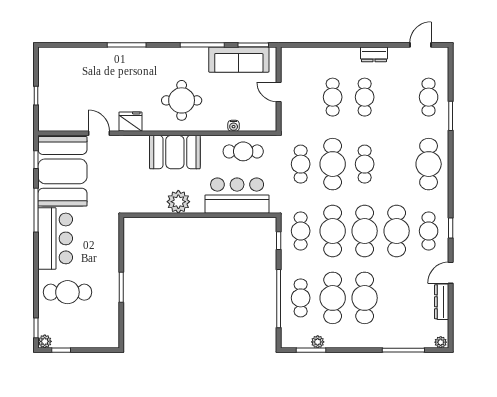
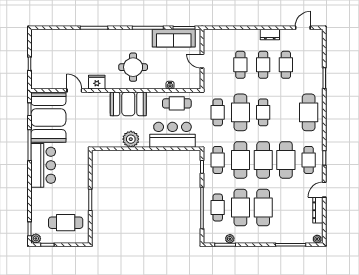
cafe table: (429, 97) -> (286, 65), moved
cafe table: (67, 292) -> (66, 223), moved

